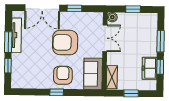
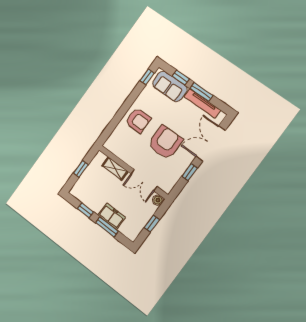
freezer: (150, 68) -> (112, 216), moved
sofa: (93, 74) -> (170, 86), moved, turned 180
shelving: (112, 77) -> (115, 169), moved
window: (57, 92) -> (147, 77), moved

